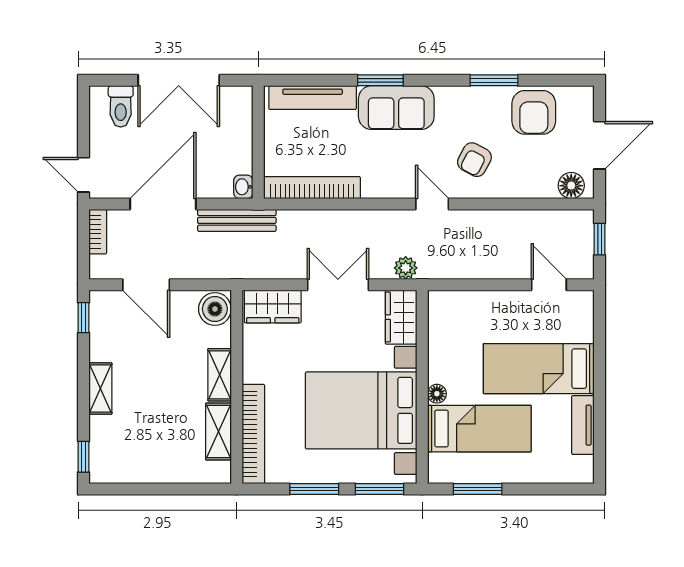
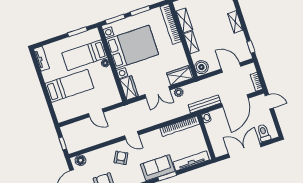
plant: (406, 268) -> (179, 92), moved
door: (549, 285) -> (96, 113), moved
tv unit: (583, 425) -> (41, 59), moved

